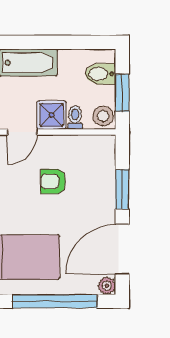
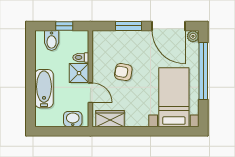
window: (122, 93) -> (64, 26), width x0.67
stool: (103, 116) -> (80, 39), removed
armchair: (53, 181) -> (123, 72), turned 100

